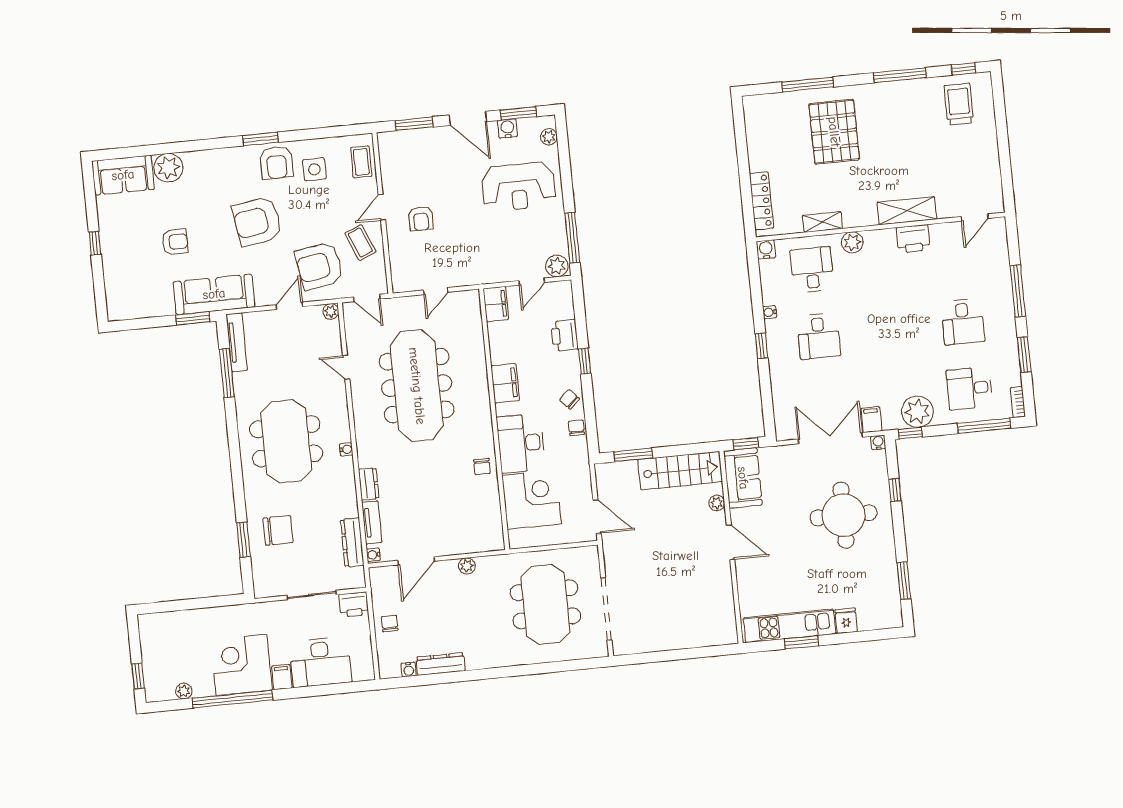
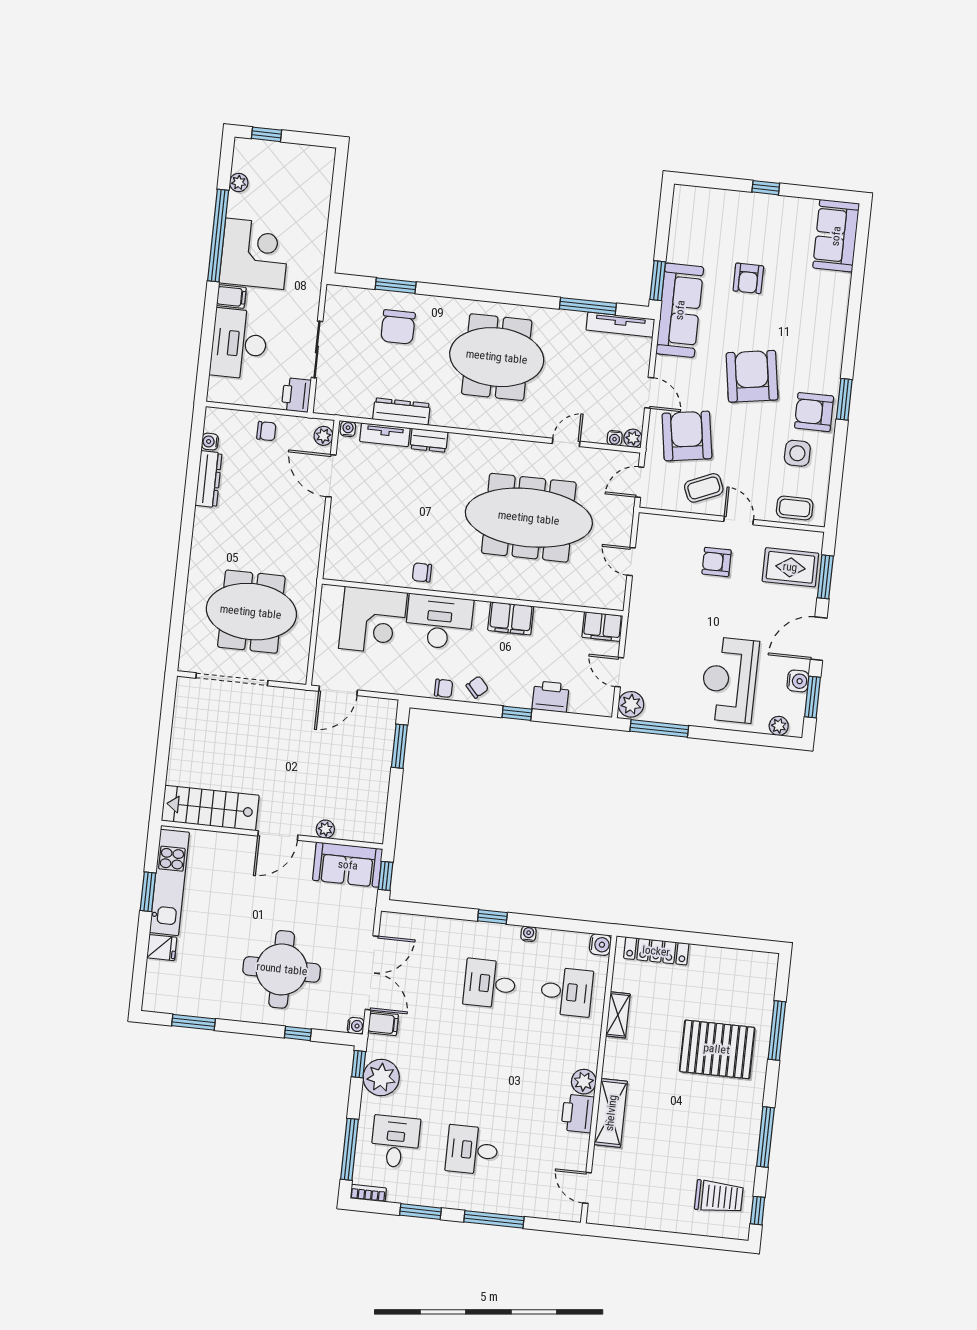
rug: (412, 155) -> (790, 567), added
plant: (168, 168) -> (834, 289), removed
plant: (852, 242) -> (584, 1082), moved
water cooler: (346, 449) -> (615, 438), moved
stairs: (680, 471) -> (210, 808), moved, turned 90
dresser: (352, 542) -> (401, 412), moved
plant: (467, 566) -> (323, 436), moved

